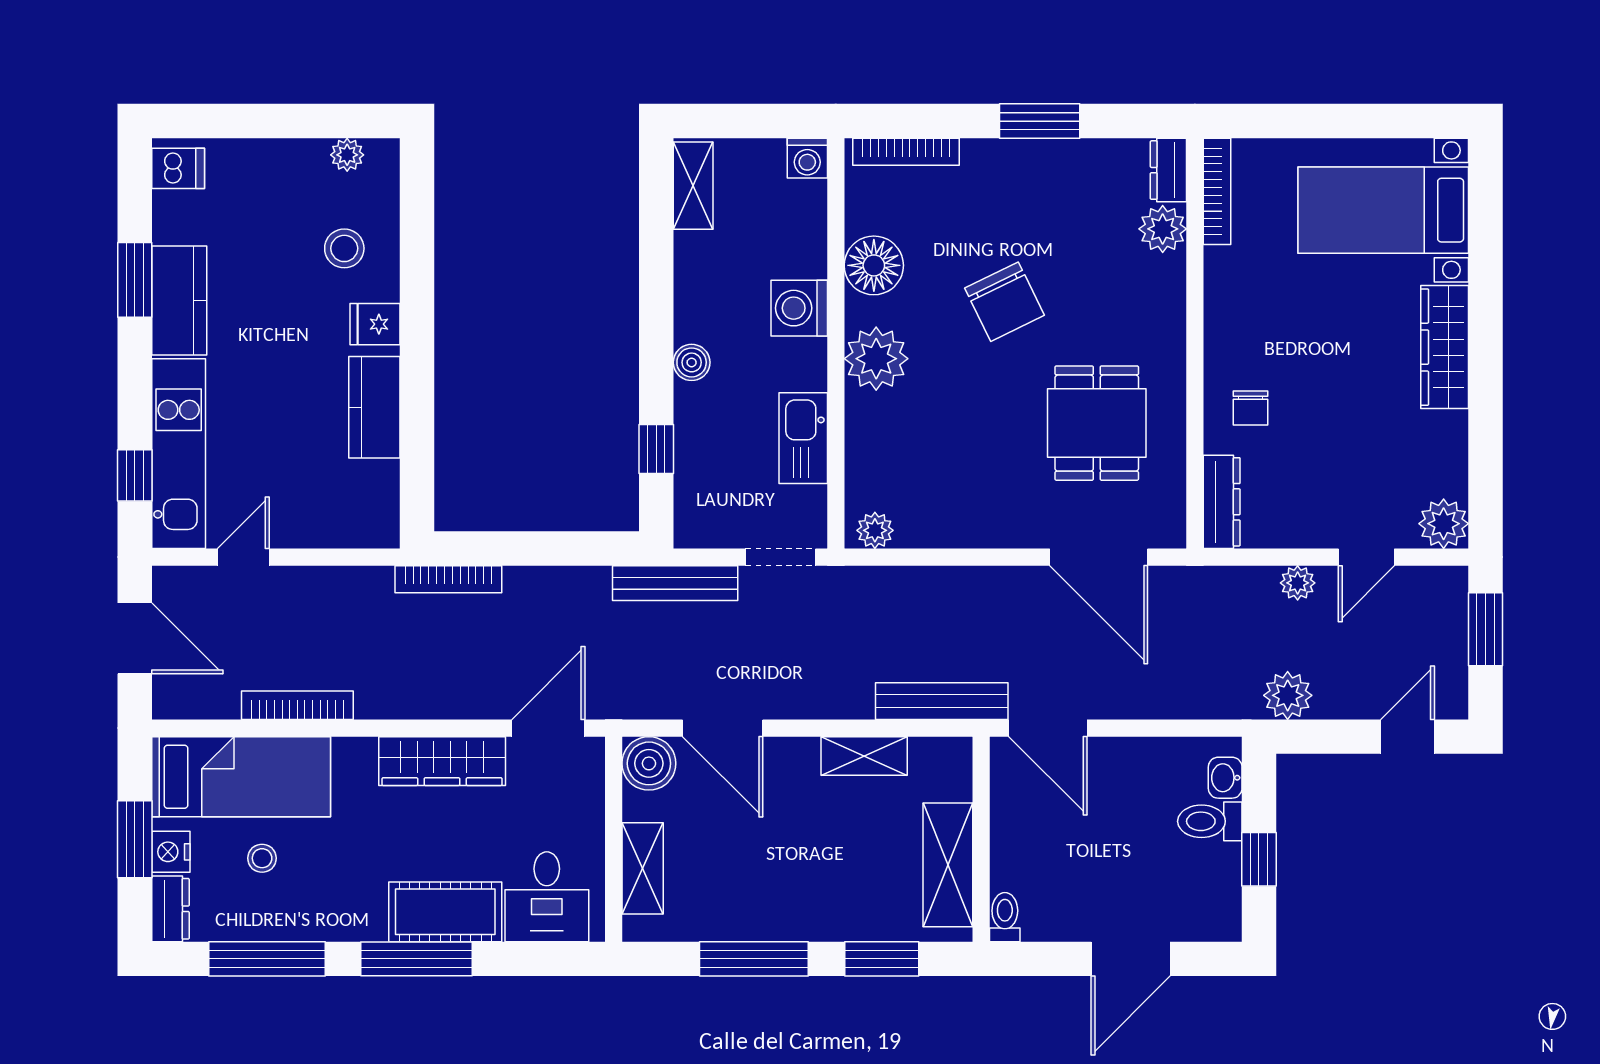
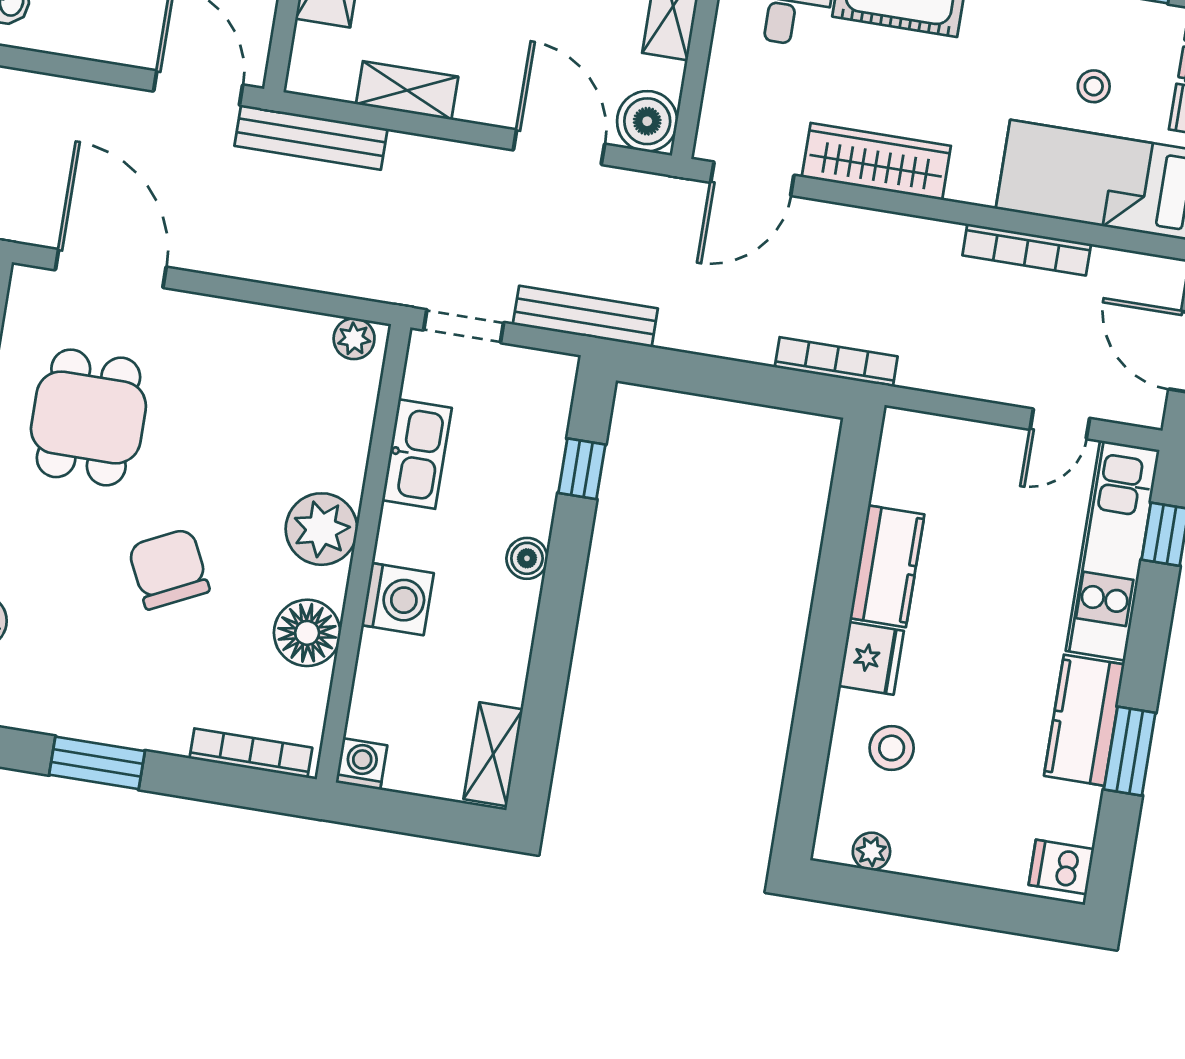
fridge: (375, 324) -> (871, 658), width x1.38

